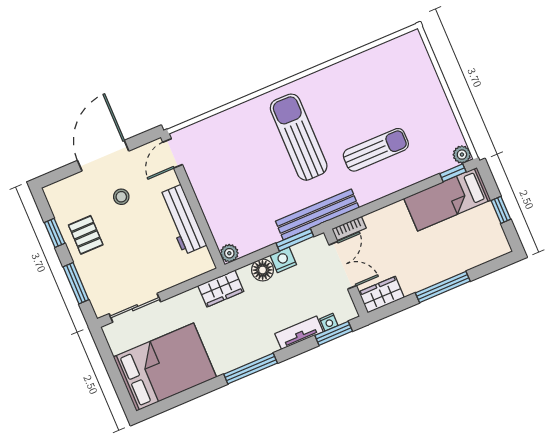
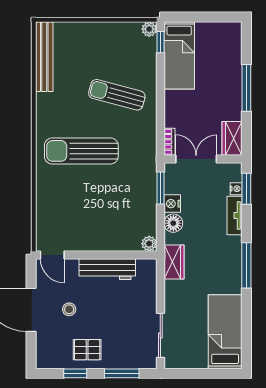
sun lounger: (376, 150) -> (117, 95), turned -75
window: (501, 210) -> (205, 17), removed
bench: (317, 214) -> (44, 57), moved
bed: (165, 367) -> (225, 332), width x0.67

